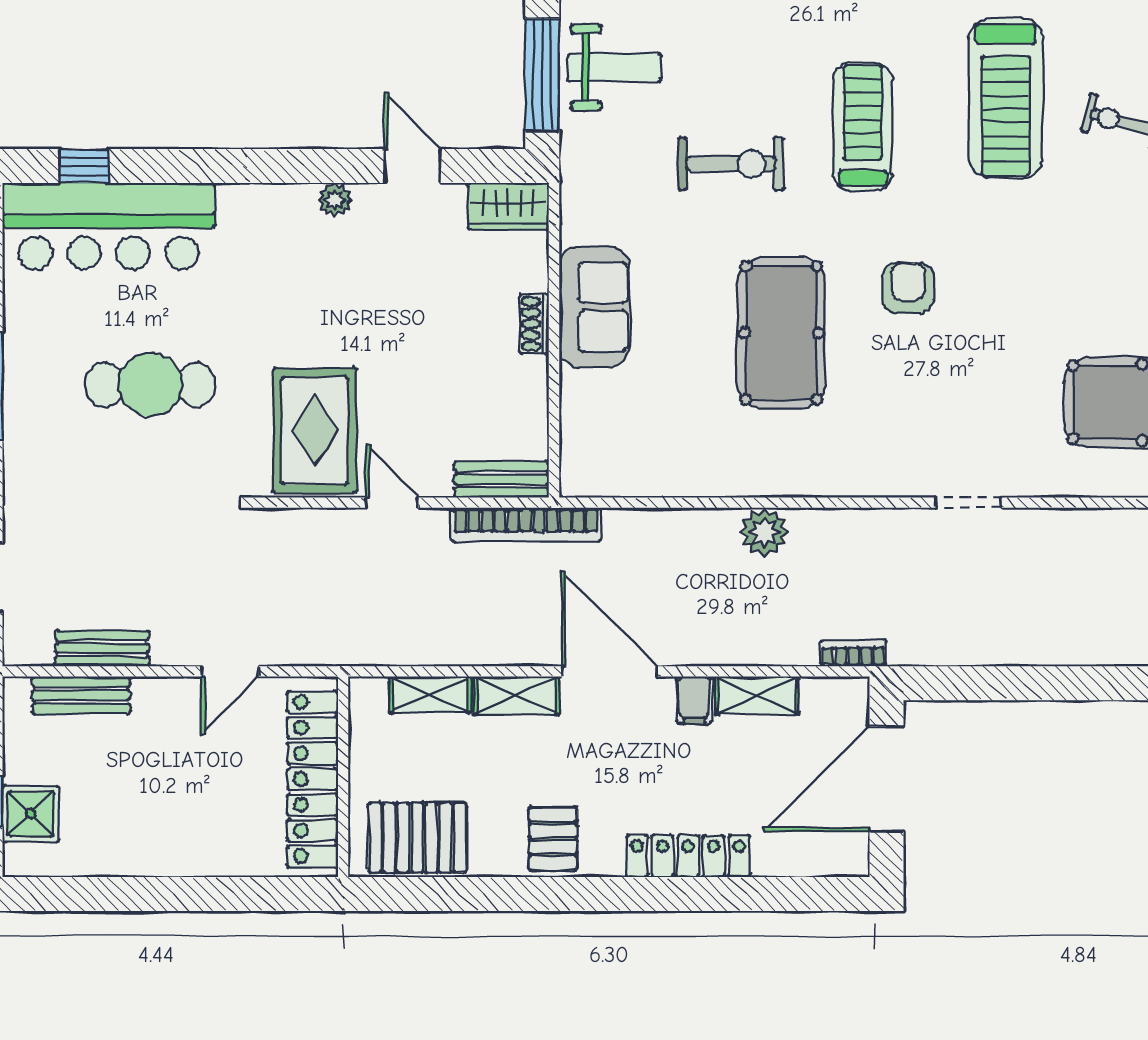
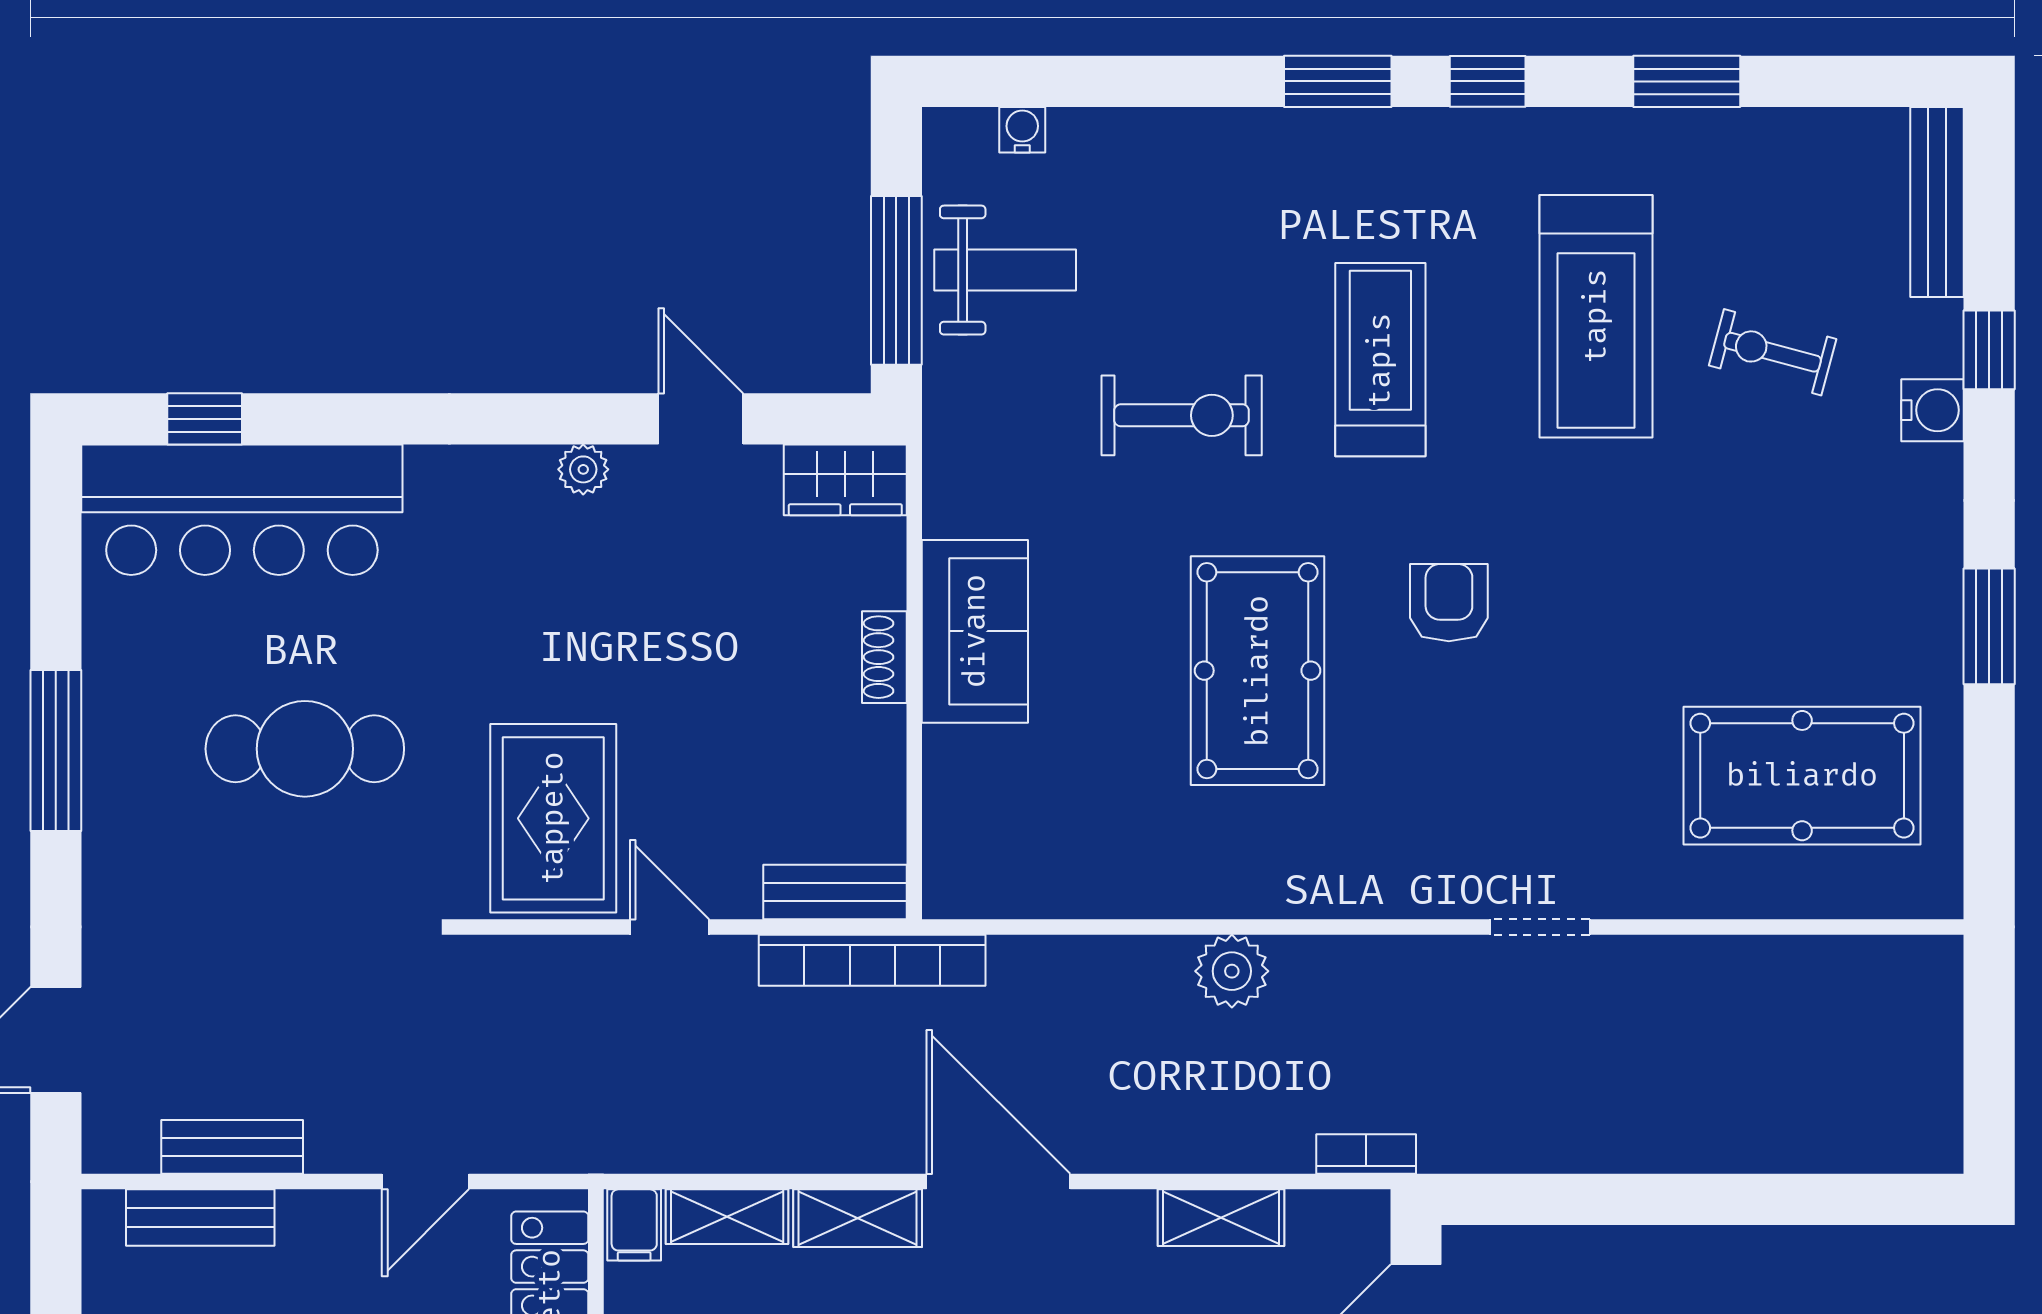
filing cabinet: (694, 700) -> (634, 1225), moved

